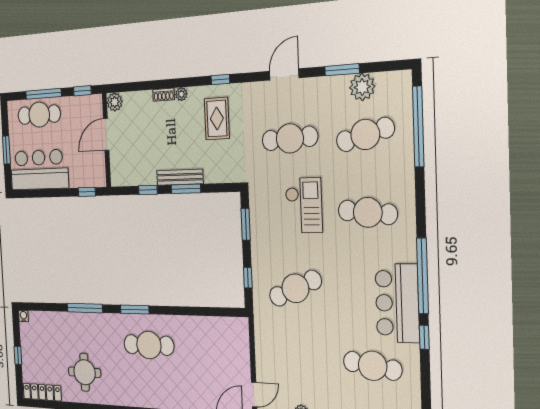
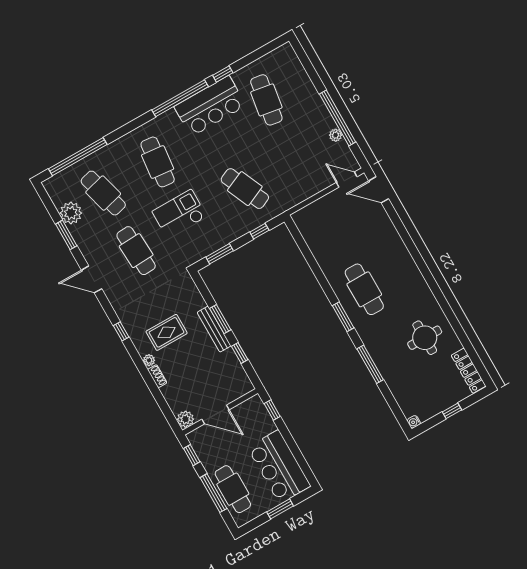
rug: (217, 118) -> (167, 332), moved

